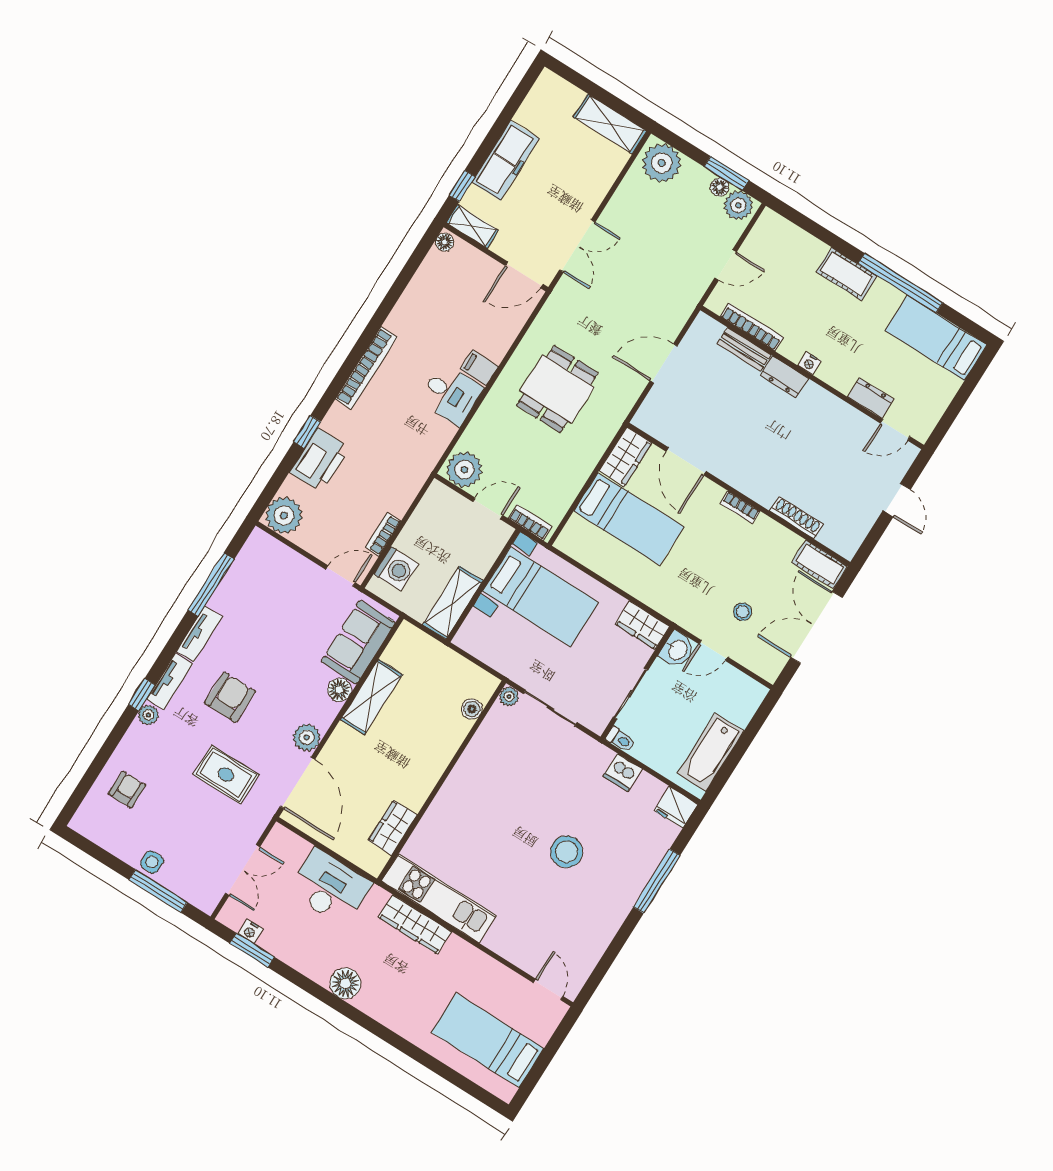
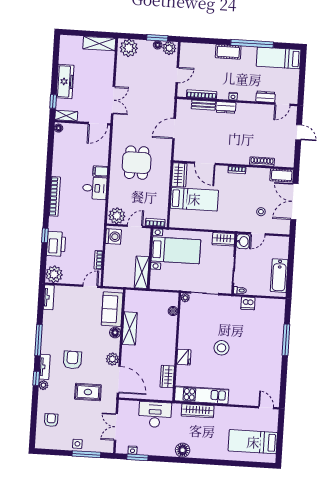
washing machine: (396, 569) -> (113, 237), moved
window: (211, 585) -> (39, 340), moved
tv unit: (199, 634) -> (49, 297), moved
fridge: (676, 807) -> (184, 357), moved, turned -90
stool: (567, 852) -> (221, 348), moved
double door: (243, 870) -> (116, 427), swing flipped

